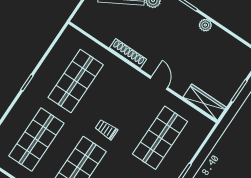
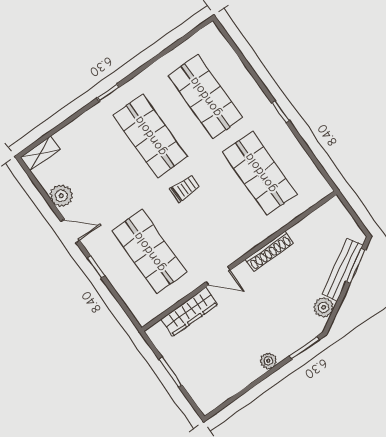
wardrobe: (205, 102) -> (189, 312), moved

